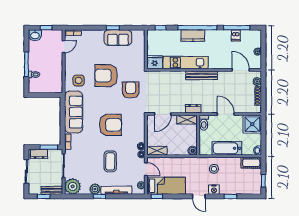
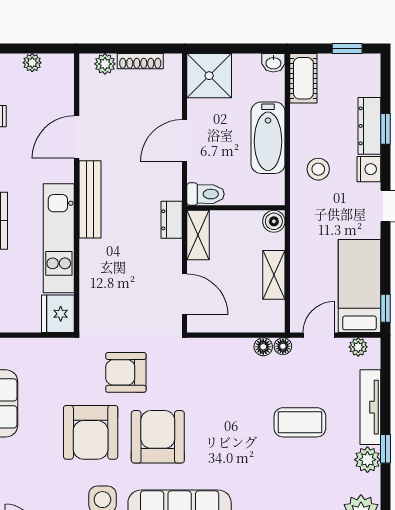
door: (241, 70) -> (77, 137), moved
armchair: (110, 125) -> (158, 437), moved
shelving: (157, 151) -> (274, 275), moved
dresser: (232, 190) -> (369, 126), added

